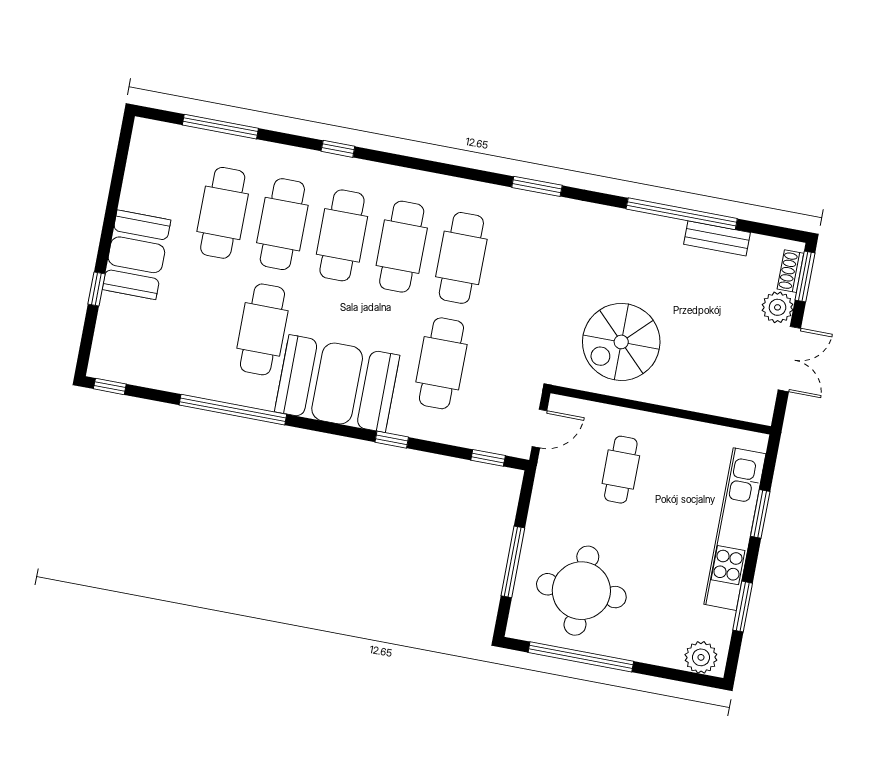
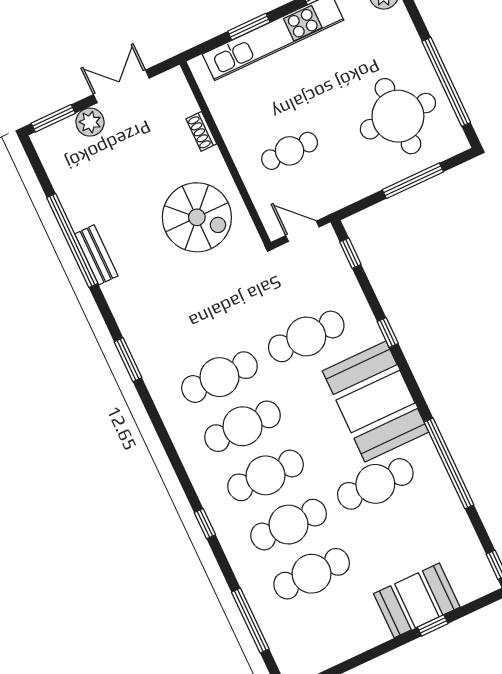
bench: (717, 238) -> (96, 255), moved
booth: (136, 255) -> (417, 600), moved
shoe rack: (790, 271) -> (201, 131), moved, turned 90

